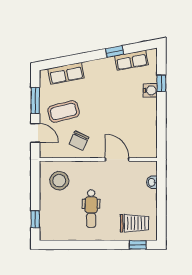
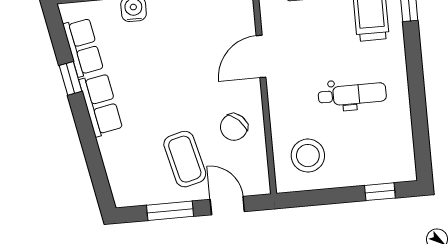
row of seats: (66, 73) -> (101, 105), moved
door: (35, 133) -> (227, 206), hinge flipped
chair: (79, 141) -> (234, 127), turned 109

